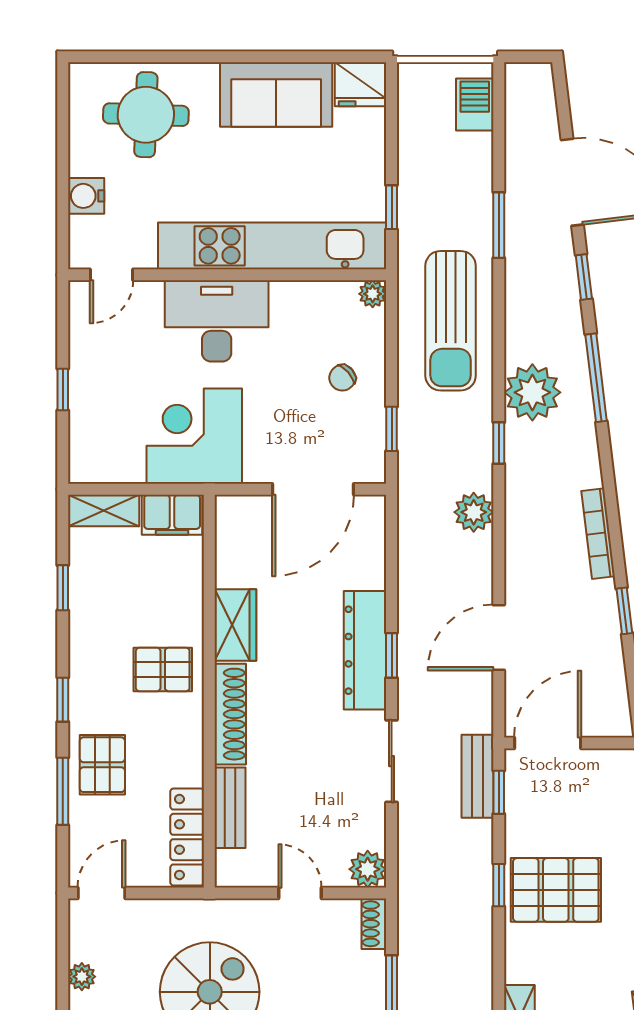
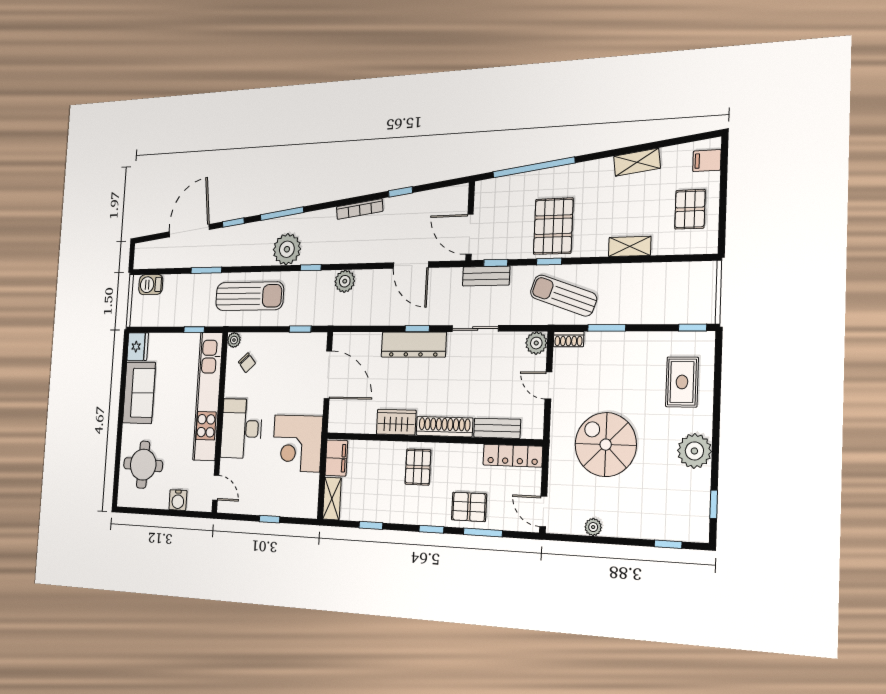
chair: (342, 378) -> (247, 363), moved
door: (300, 893) -> (548, 385), hinge flipped
sun lounger: (444, 912) -> (563, 296), added

